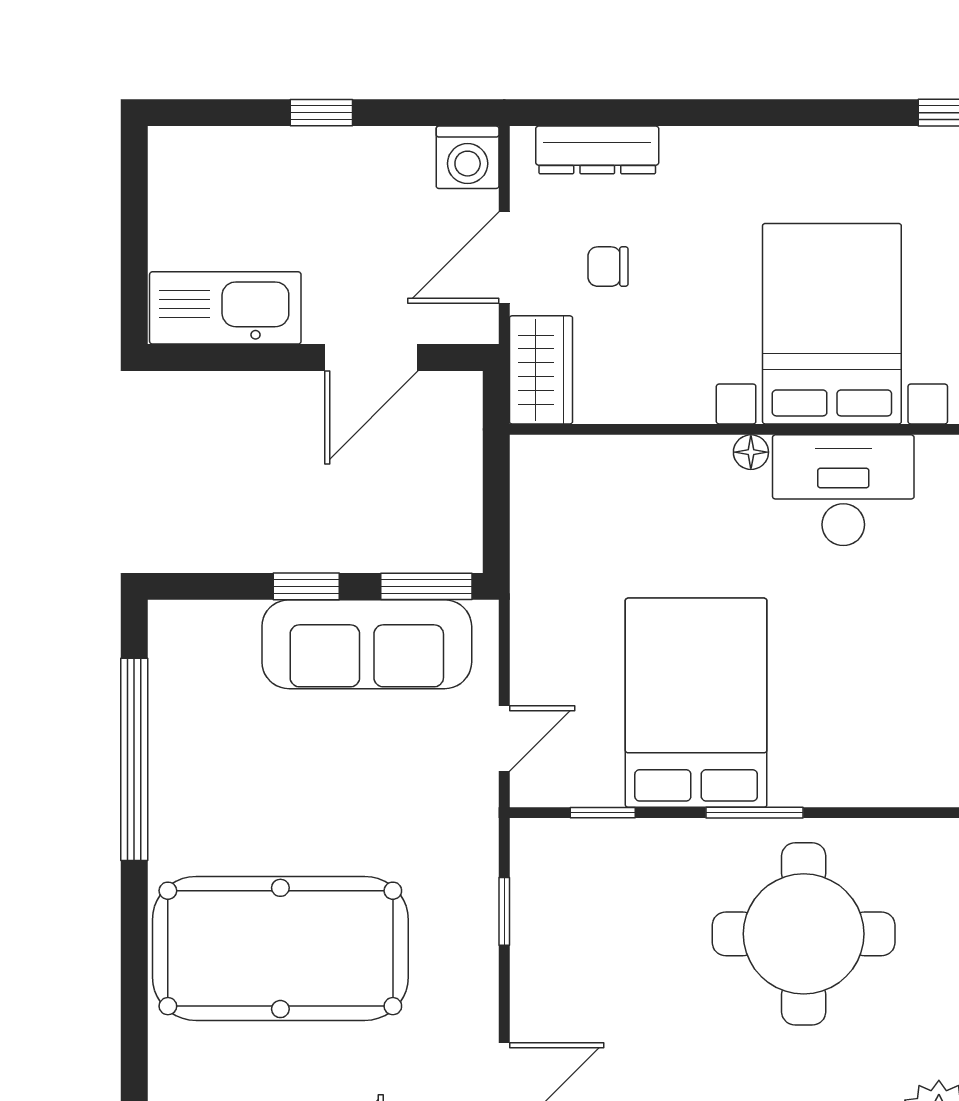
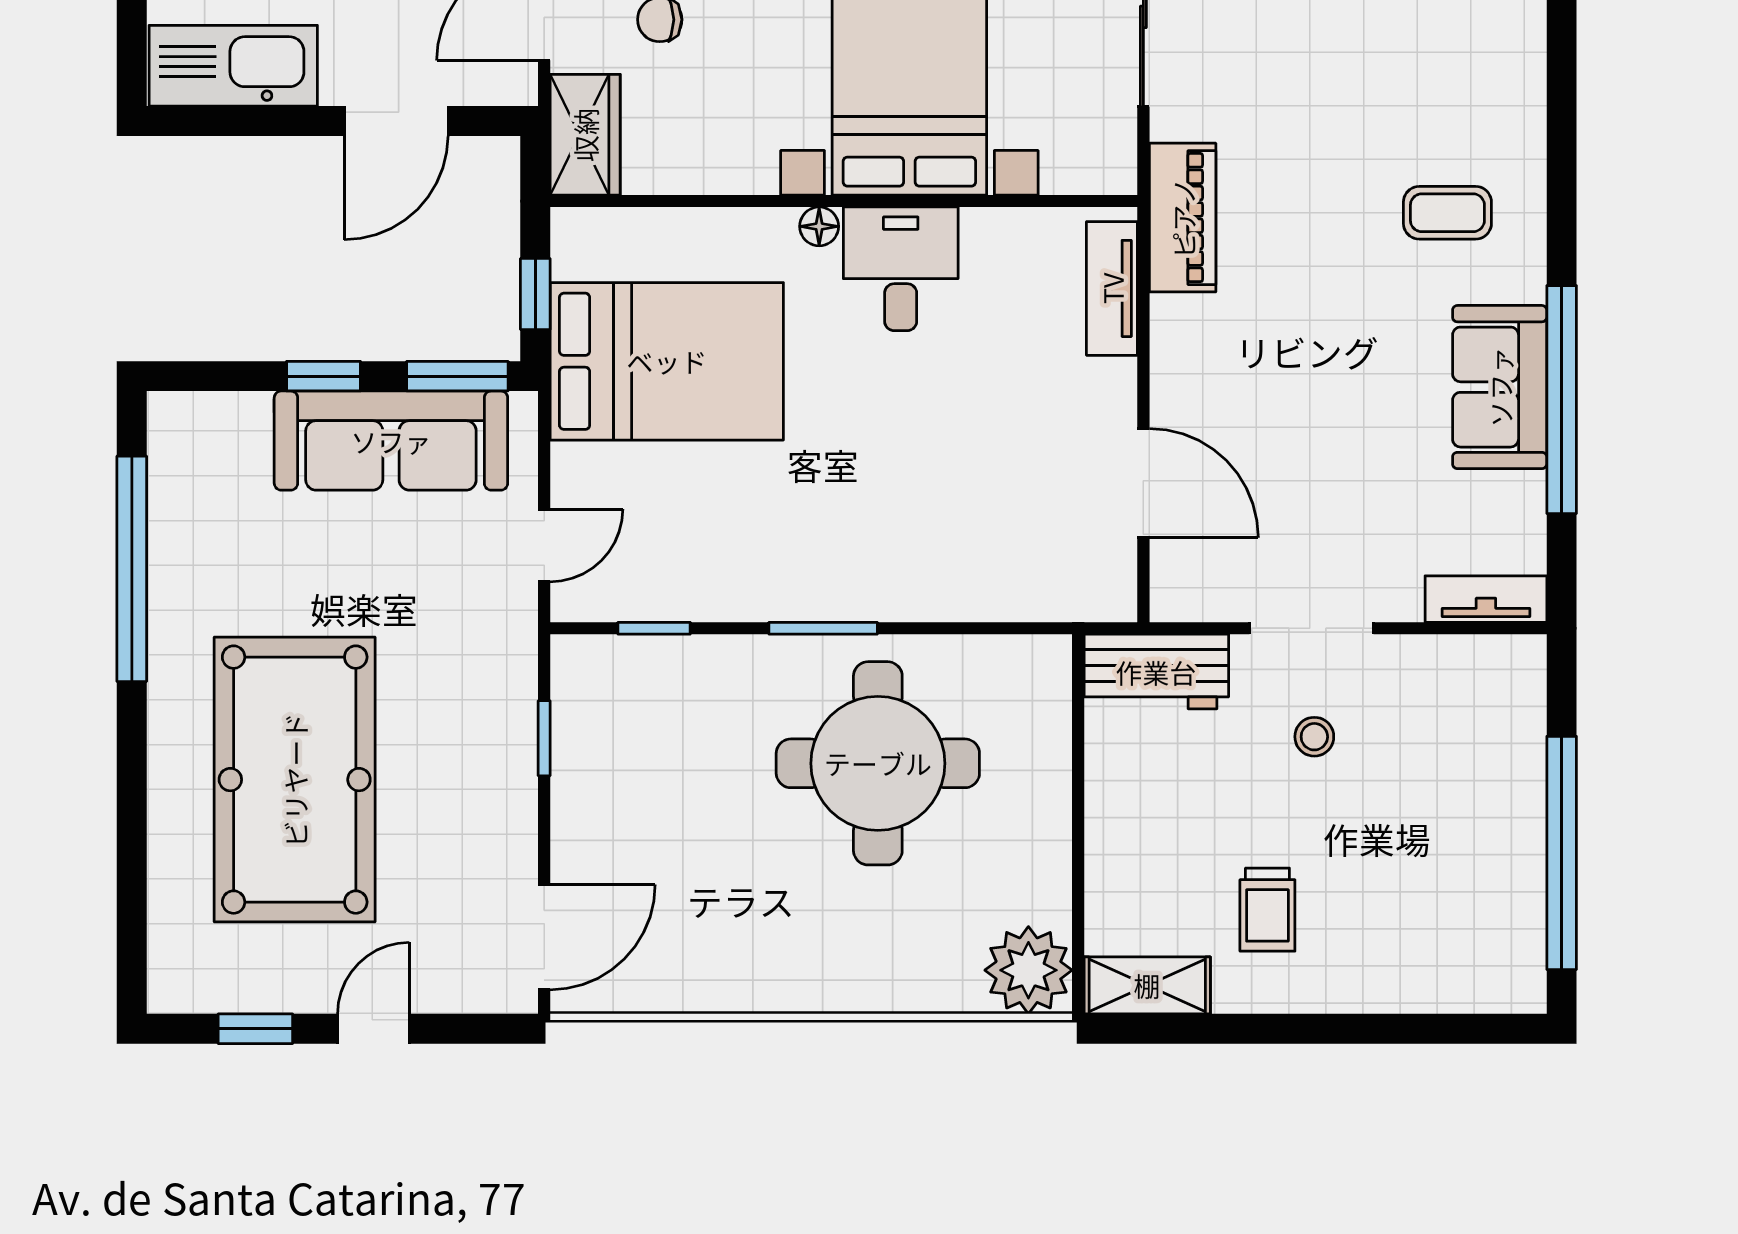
desk: (843, 490) -> (901, 269), width x0.73
window: (496, 513) -> (535, 294), added
bed: (696, 703) -> (667, 361), moved, turned 90
pool table: (280, 948) -> (295, 780), turned 90

